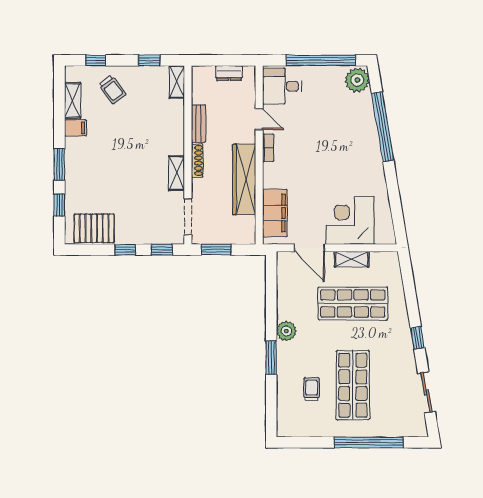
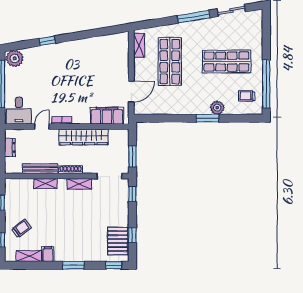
shelving: (177, 82) -> (45, 184), moved
bench: (198, 124) -> (40, 169), width x1.36
window: (383, 127) -> (47, 41), width x0.32
window: (59, 205) -> (114, 265), moved
corner desk: (350, 220) -> (112, 64), removed
window: (125, 250) -> (132, 235), moved
shelving: (352, 259) -> (139, 45), moved
plant: (286, 331) -> (217, 108), moved
window: (418, 338) -> (194, 17), width x2.17
trolley: (312, 389) -> (247, 96), moved
window: (369, 442) -> (266, 84), moved

